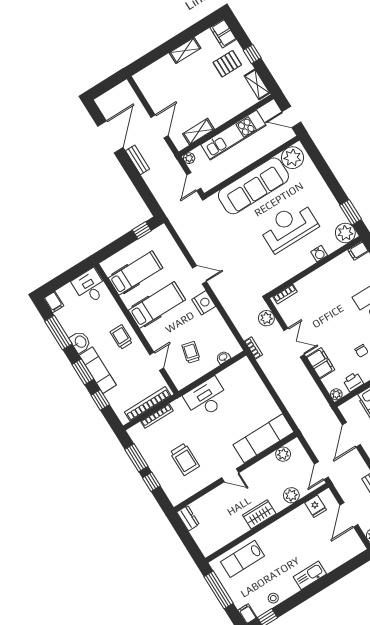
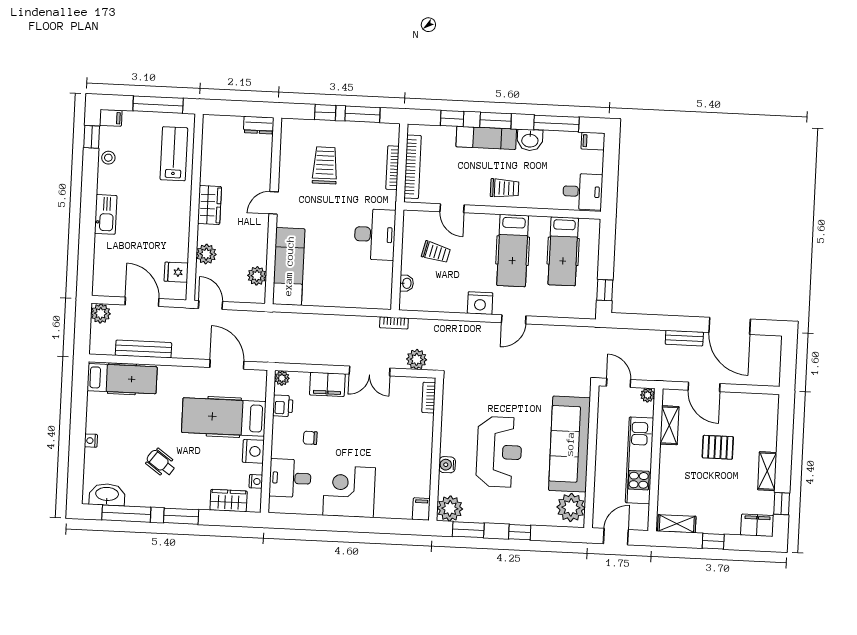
window: (199, 27) -> (782, 504), added
pallet: (227, 64) -> (718, 447), moved, turned 90
window: (330, 179) -> (520, 532), added
trolley: (185, 459) -> (325, 165), turned 90

